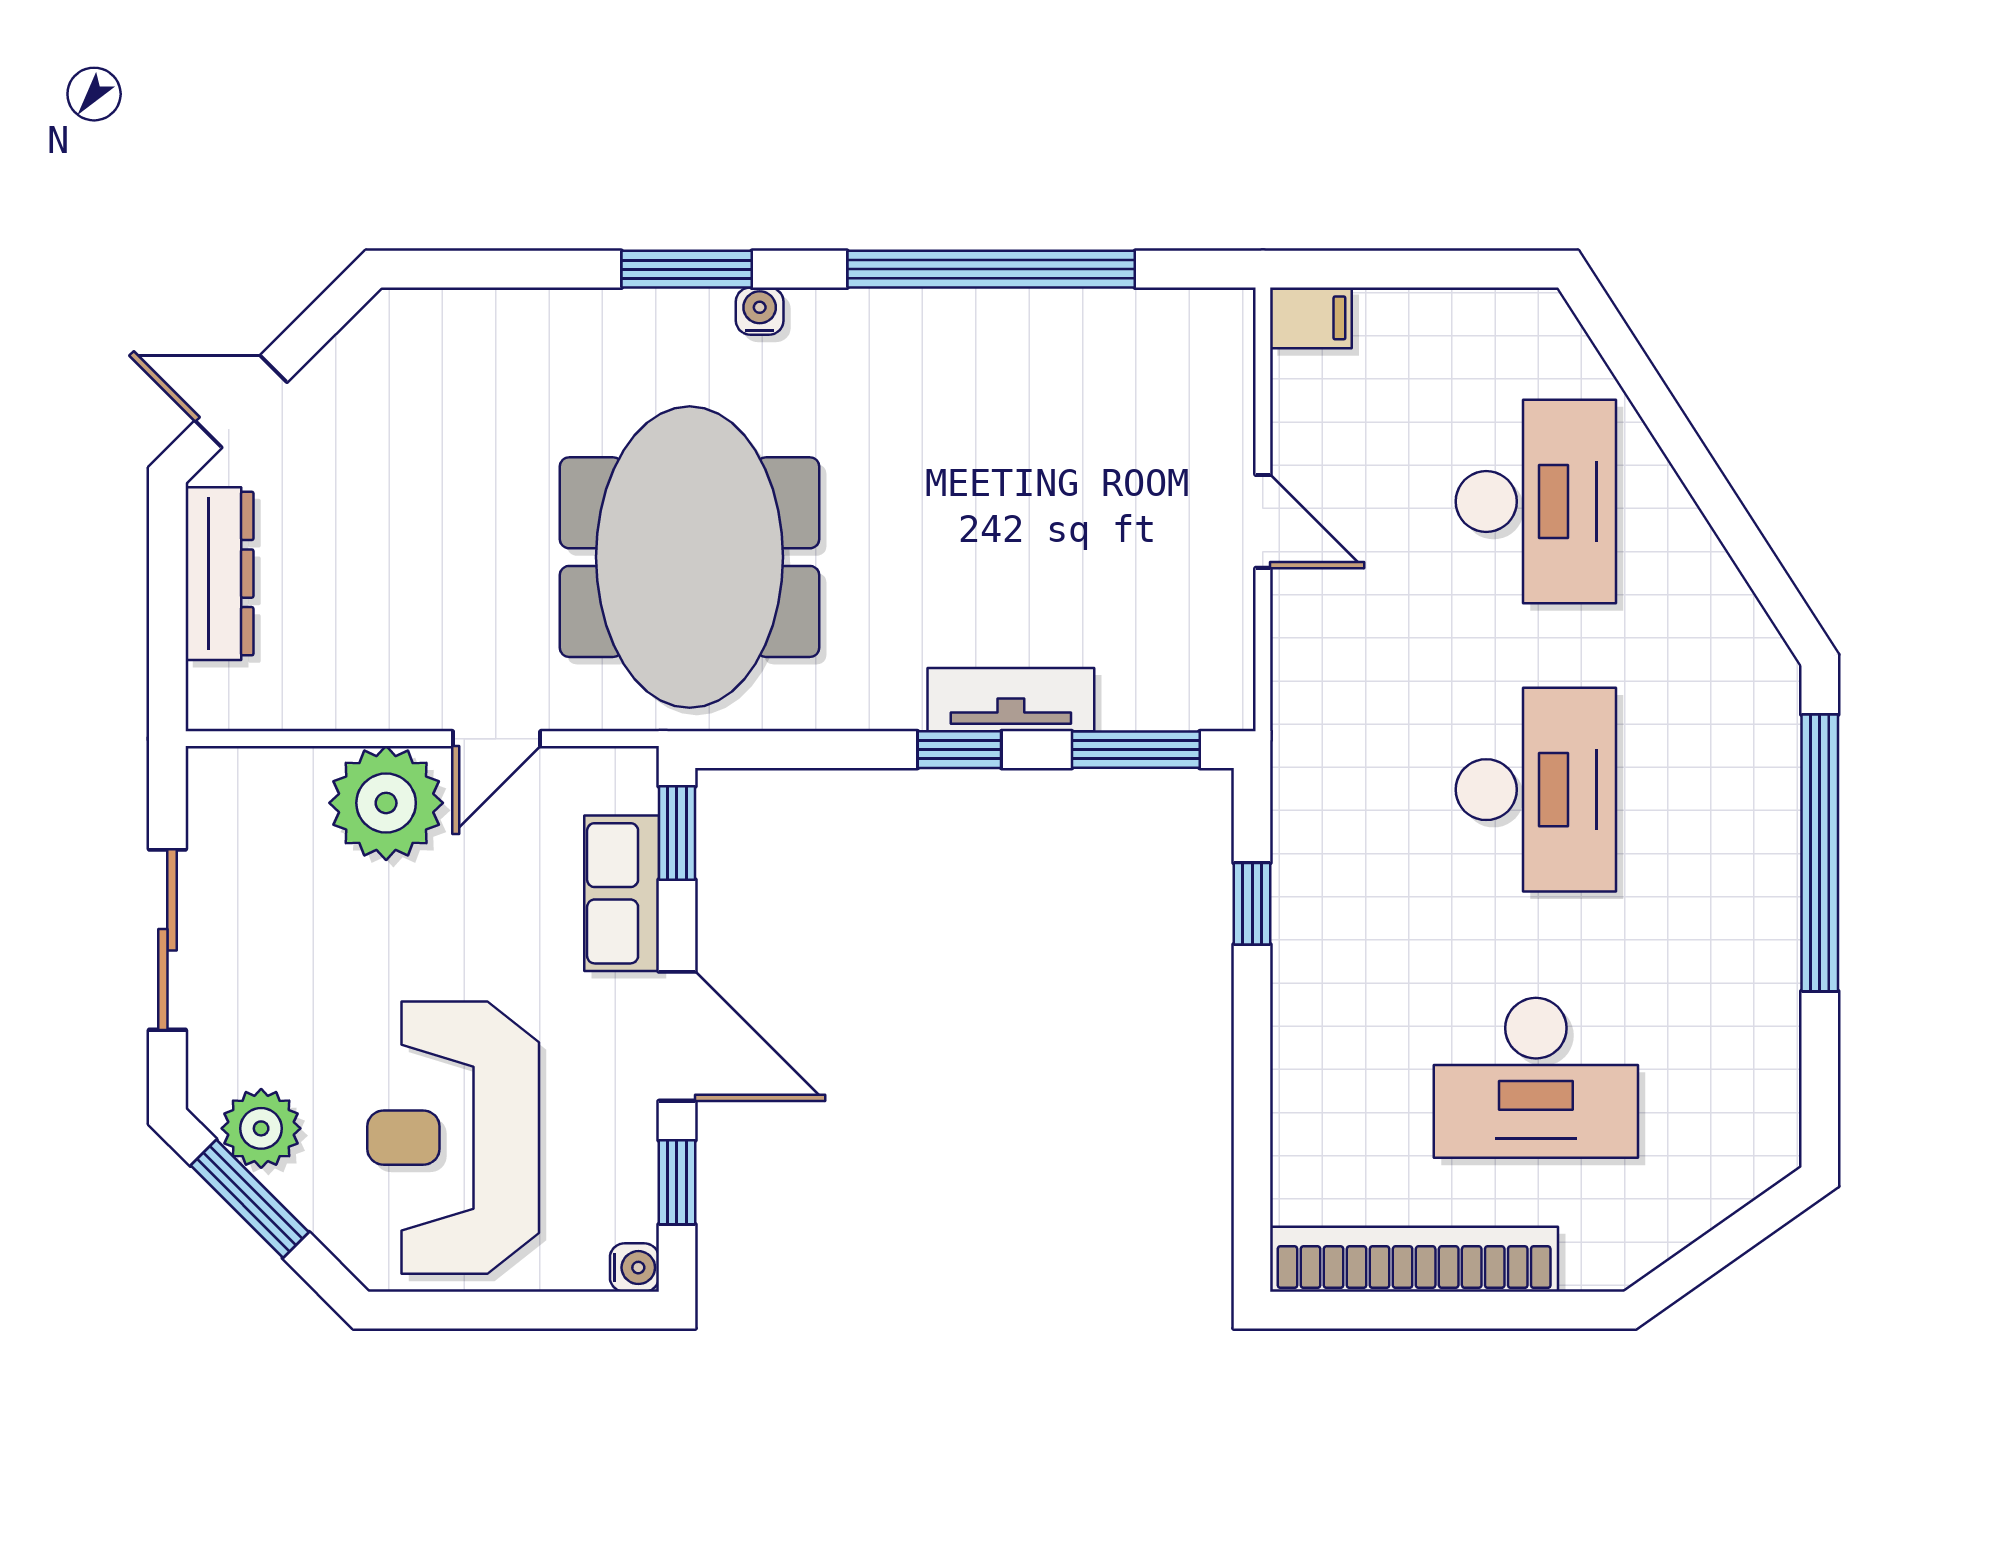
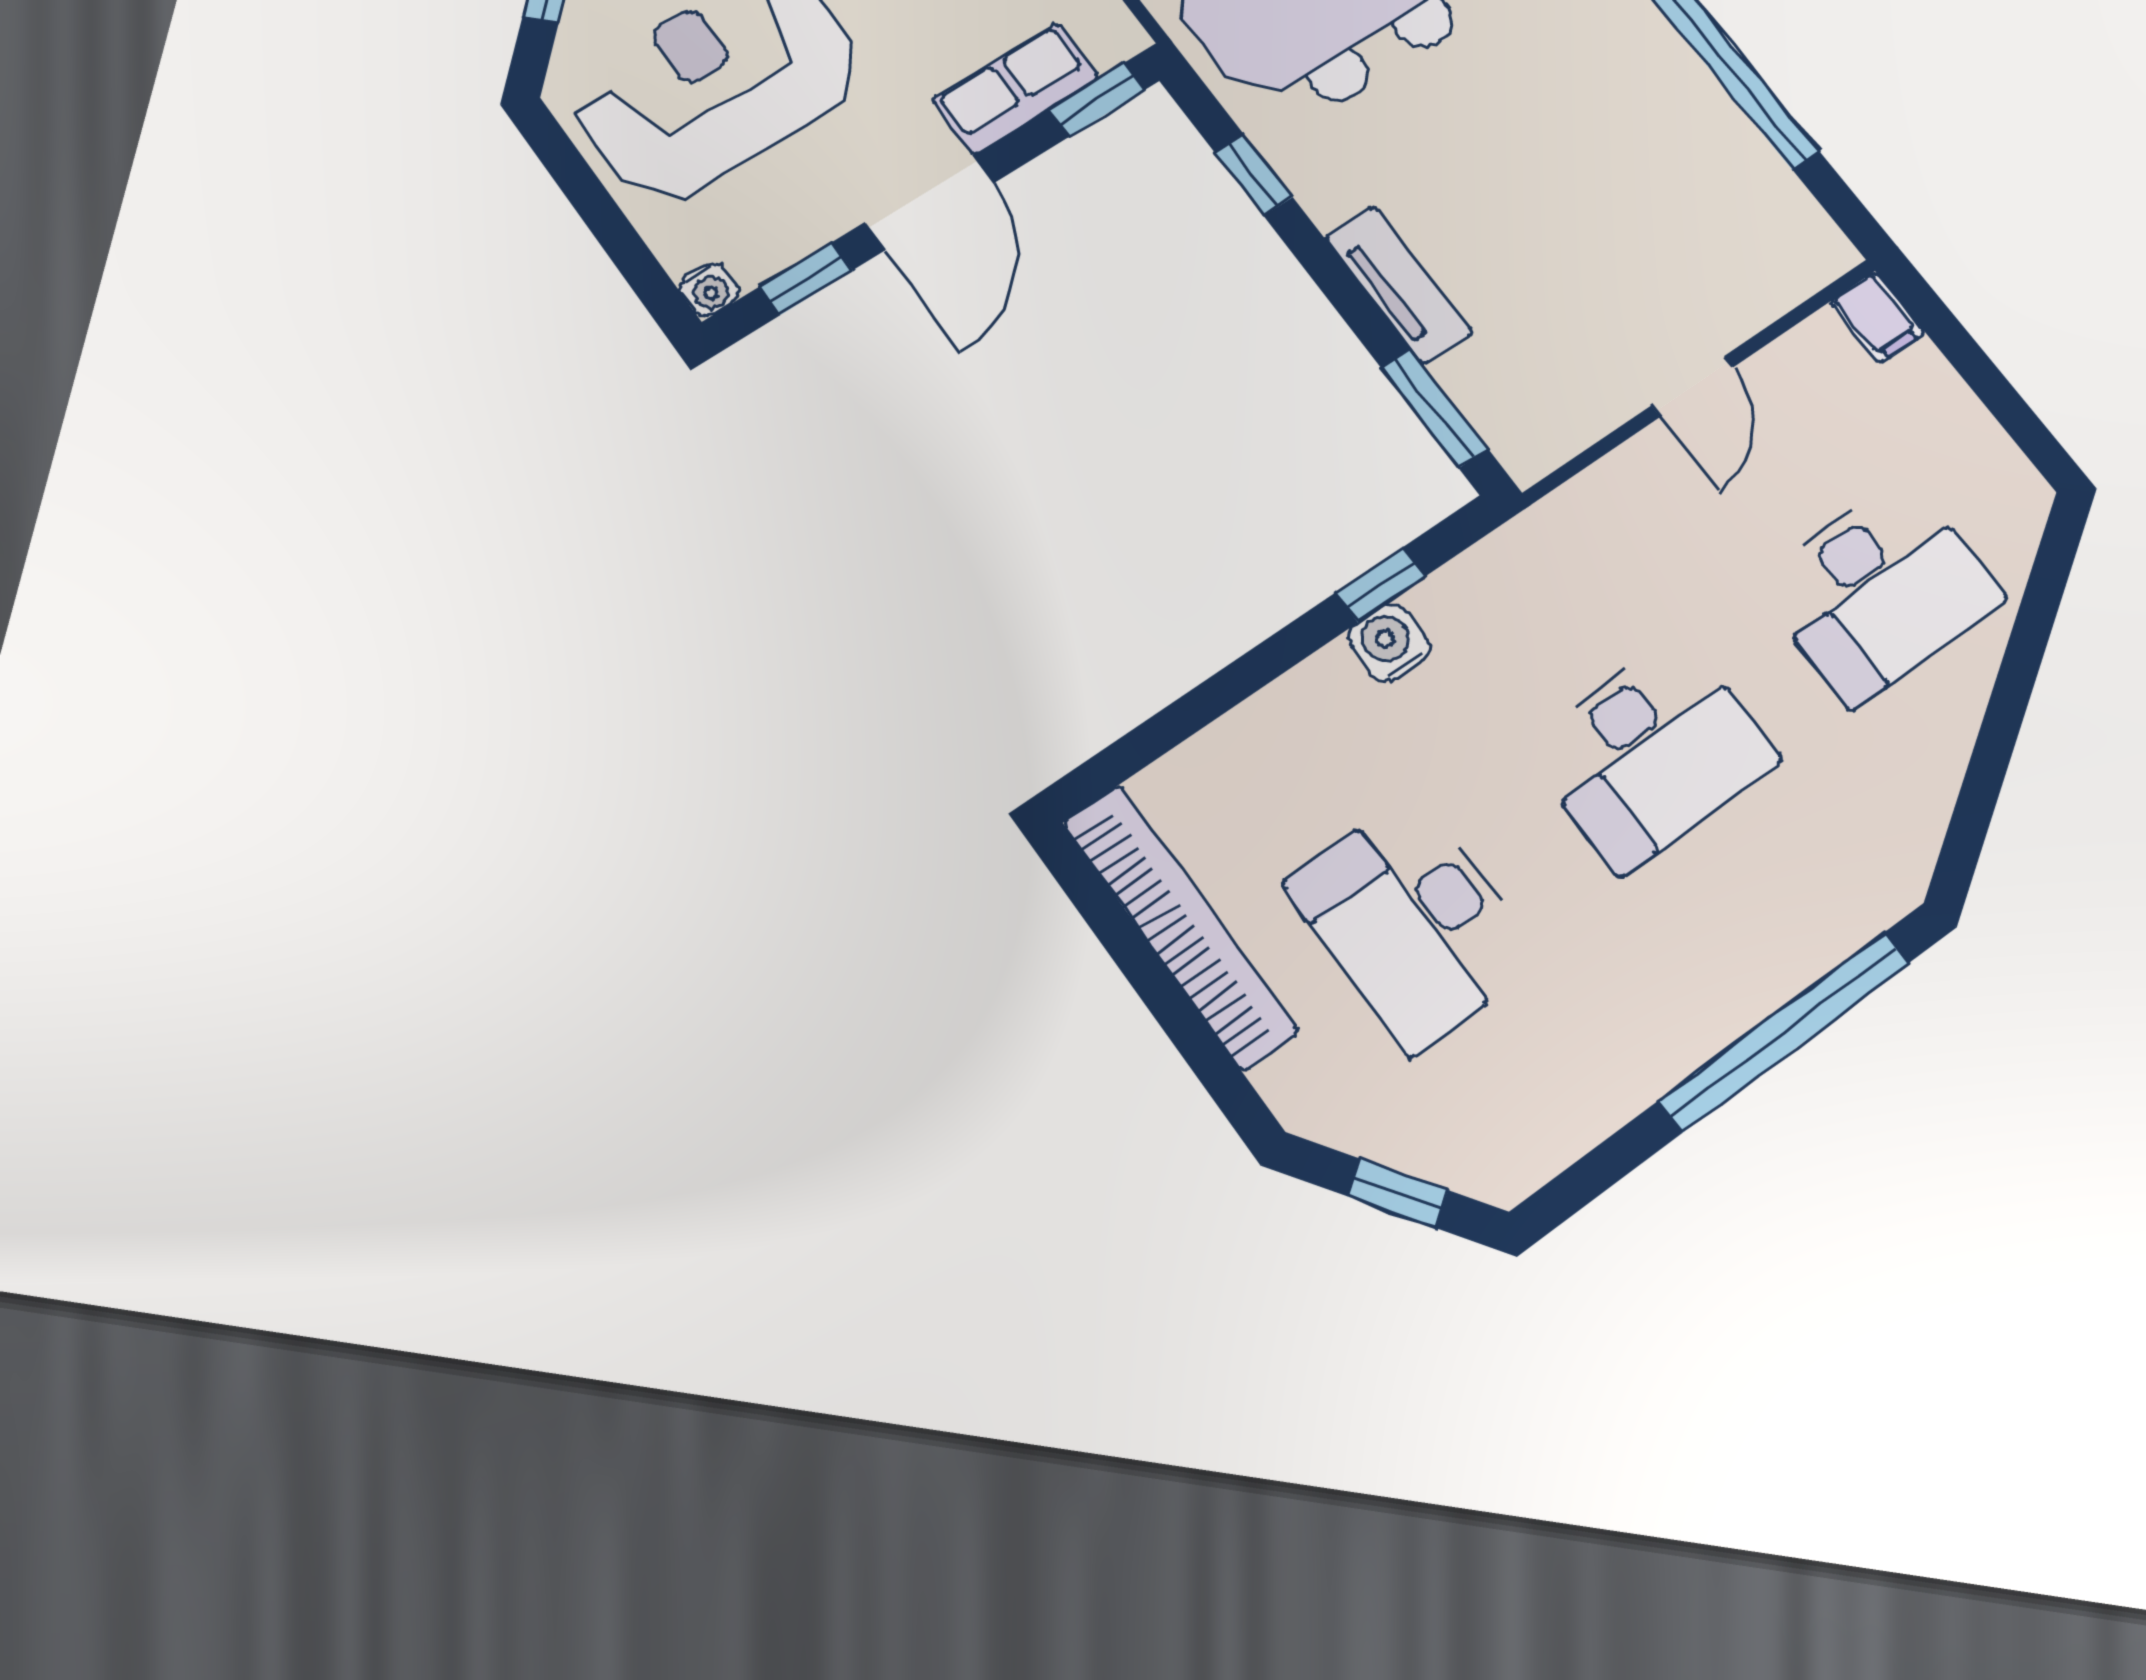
window: (959, 750) -> (1254, 175), moved
water cooler: (1304, 932) -> (1389, 643), added
window: (1729, 1241) -> (1398, 1193), added

